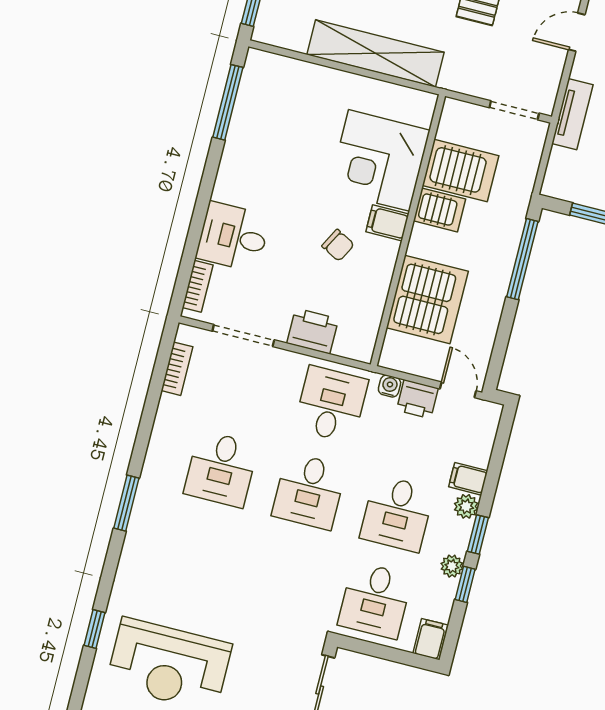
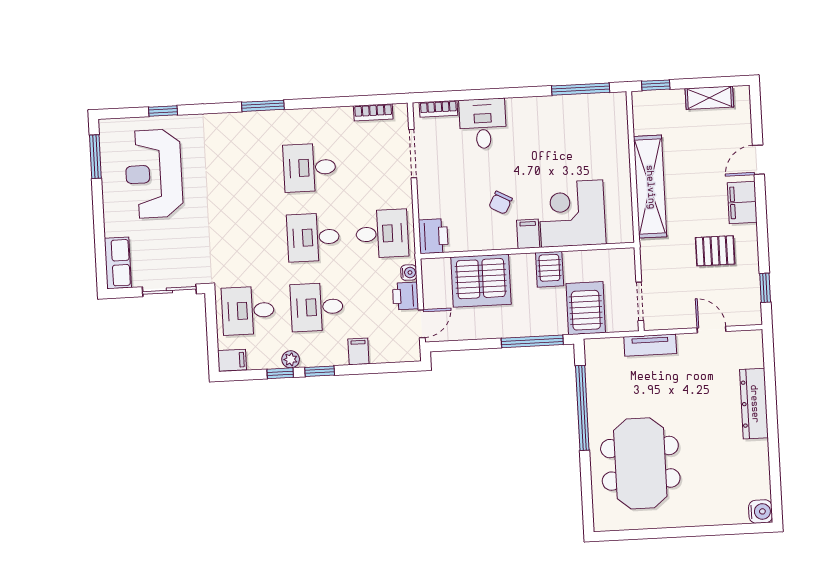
server rack: (461, 171) -> (586, 308), moved, turned 180
printer: (313, 331) -> (433, 236), moved
plant: (466, 506) -> (338, 356), removed

